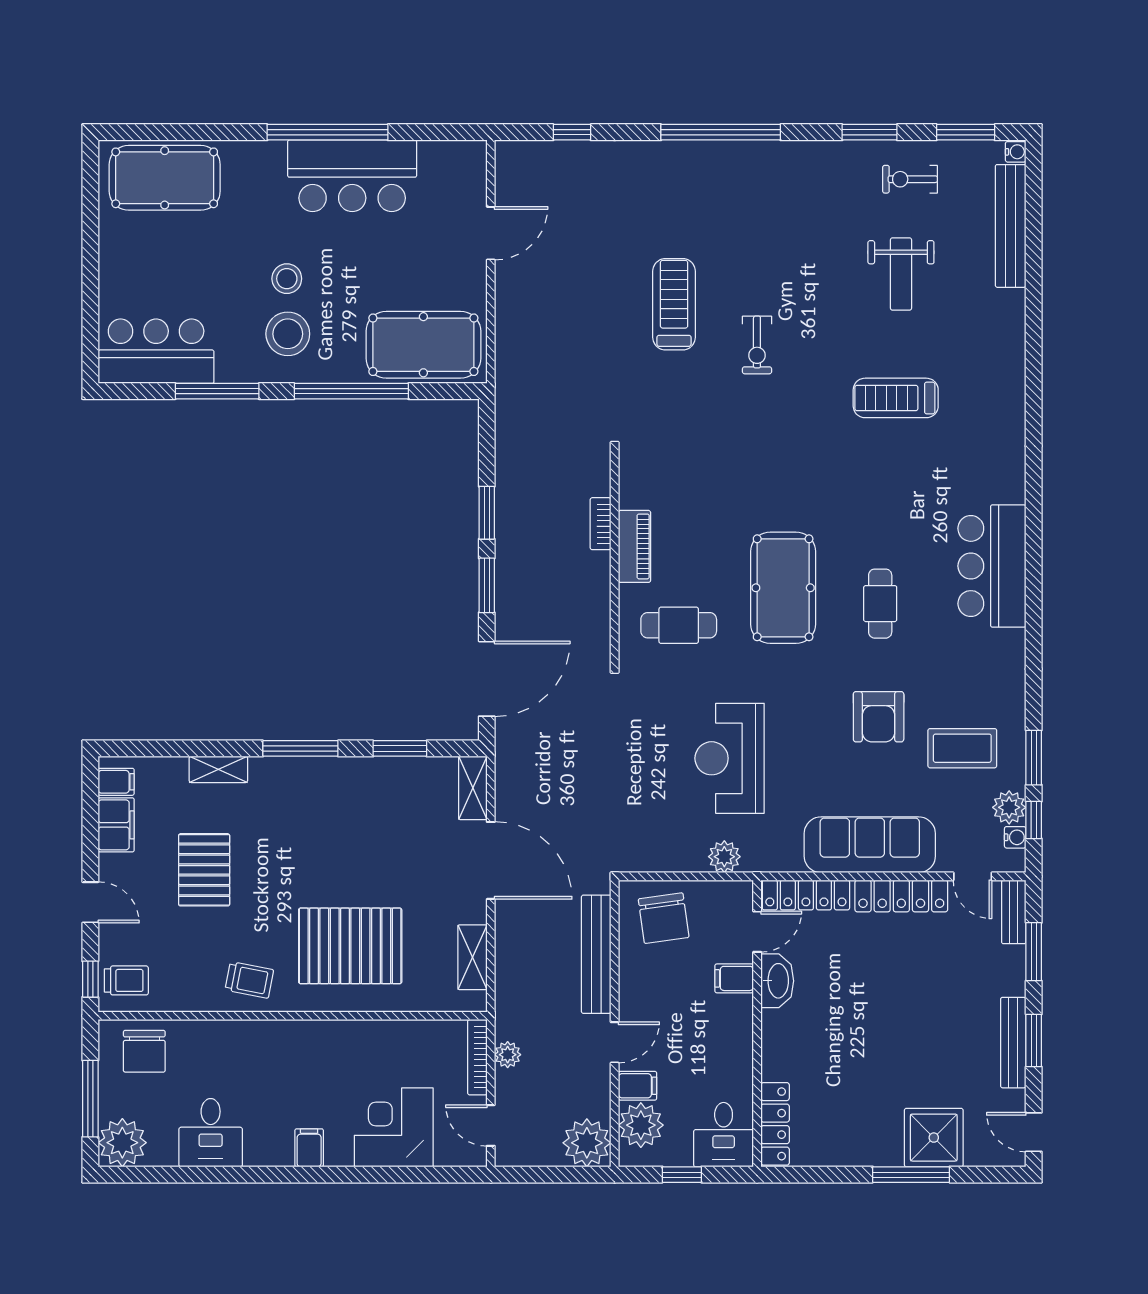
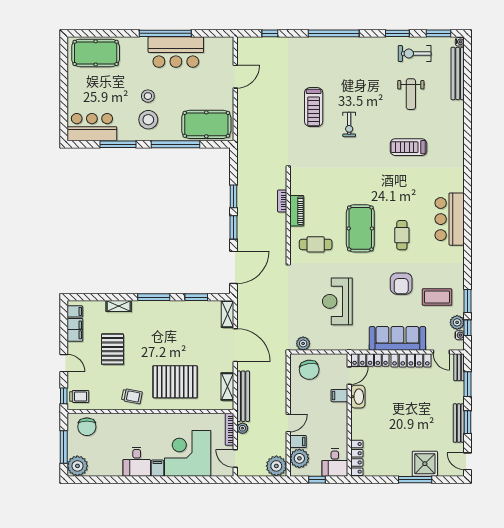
exercise bike: (910, 179) -> (415, 54), width x1.38, depth x1.39
treadmill: (674, 304) -> (314, 107), turned 180
plant: (724, 857) -> (303, 343), moved
bench: (596, 954) -> (243, 396), moved
corner desk: (394, 1127) -> (188, 453), width x1.36, depth x1.36
desk: (211, 1133) -> (137, 462), moved

